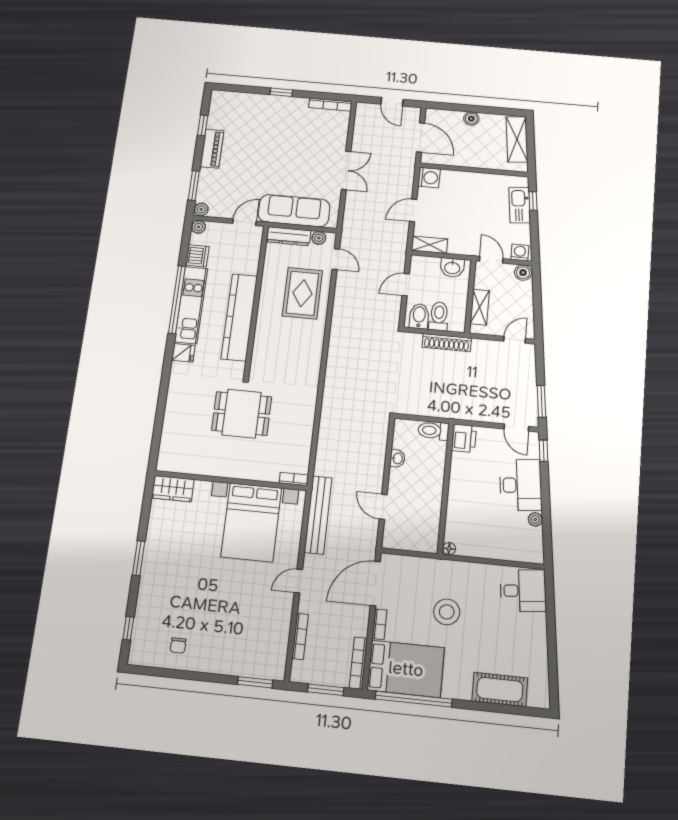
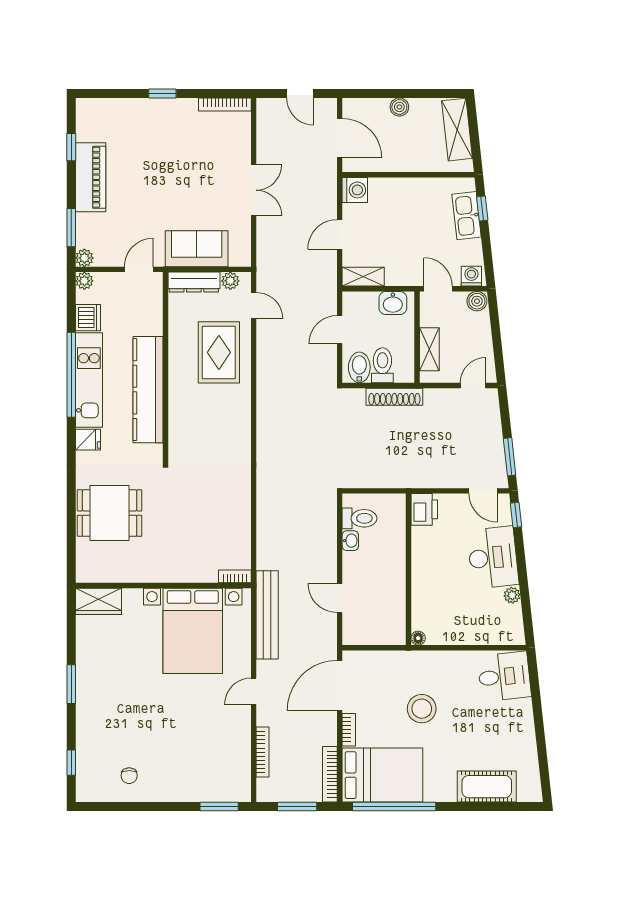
piano: (212, 149) -> (91, 177), width x1.37, depth x1.33
sofa: (294, 211) -> (197, 249), width x0.73
dining table: (242, 414) -> (110, 513), moved
toilet: (433, 431) -> (360, 518), moved, turned 180

